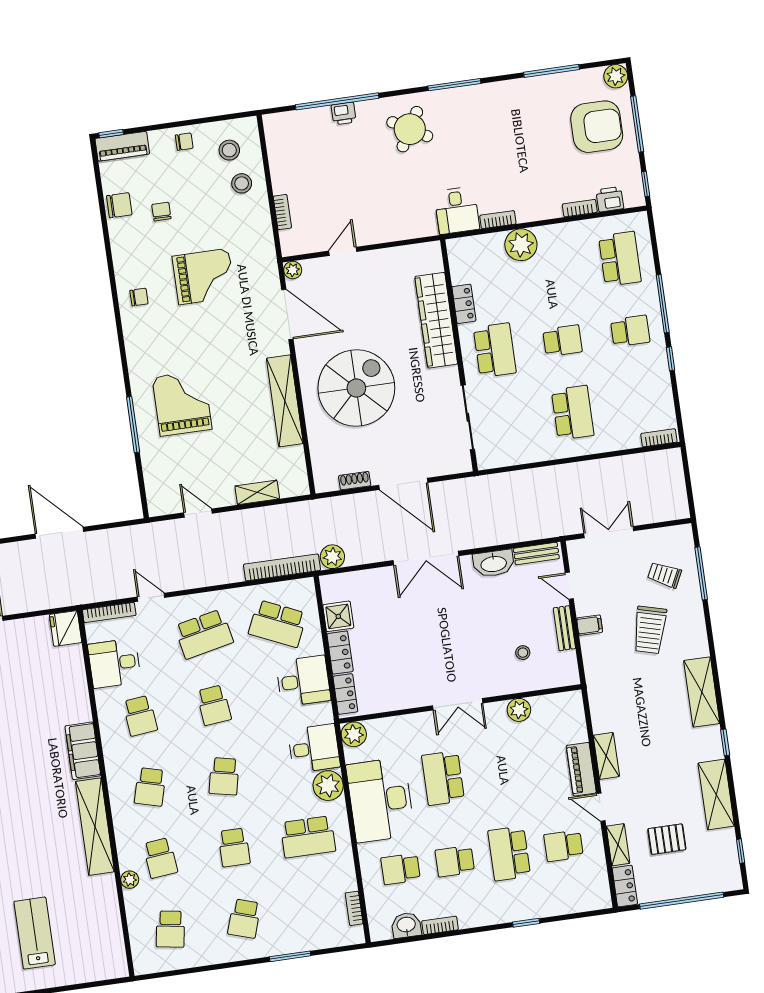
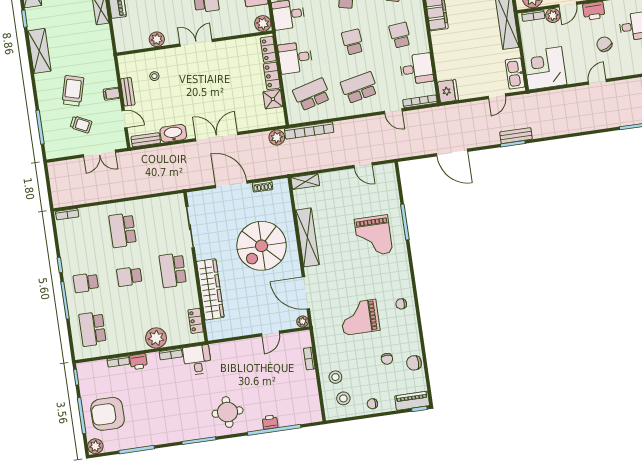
round table: (410, 129) -> (228, 412), turned -30
printer: (610, 199) -> (138, 362), moved
locker: (464, 304) -> (196, 321), moved
shelving: (257, 492) -> (305, 182), moved
trolley: (664, 575) -> (81, 125), moved
school desk: (278, 624) -> (312, 94), turned -39

